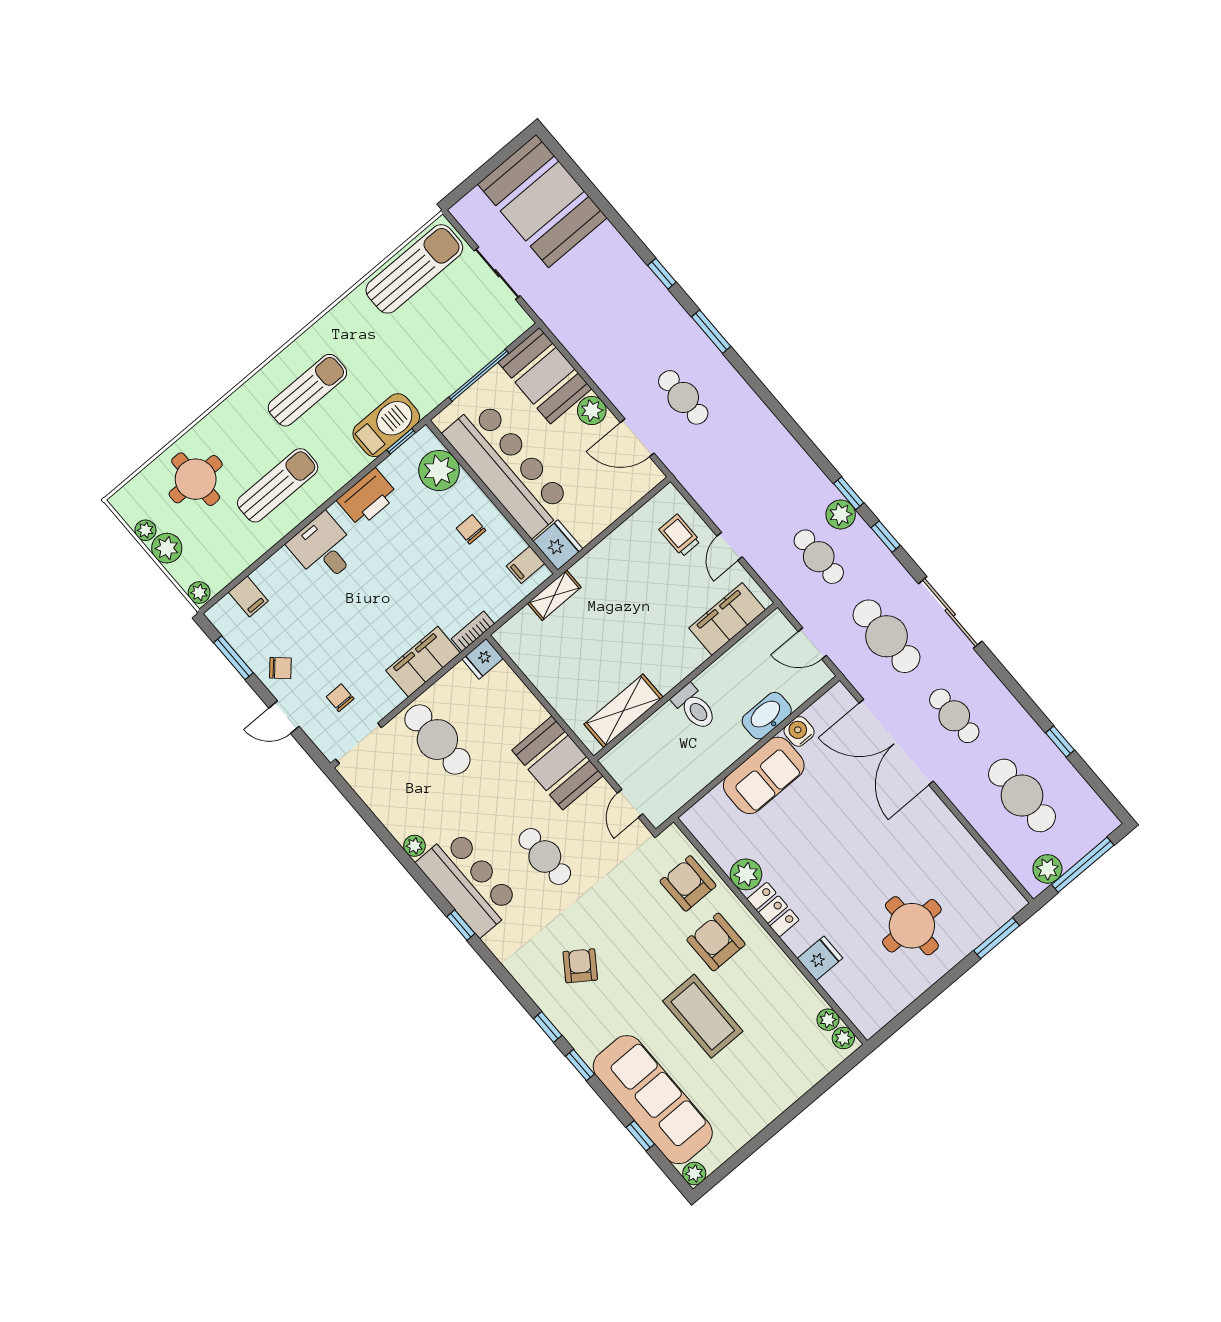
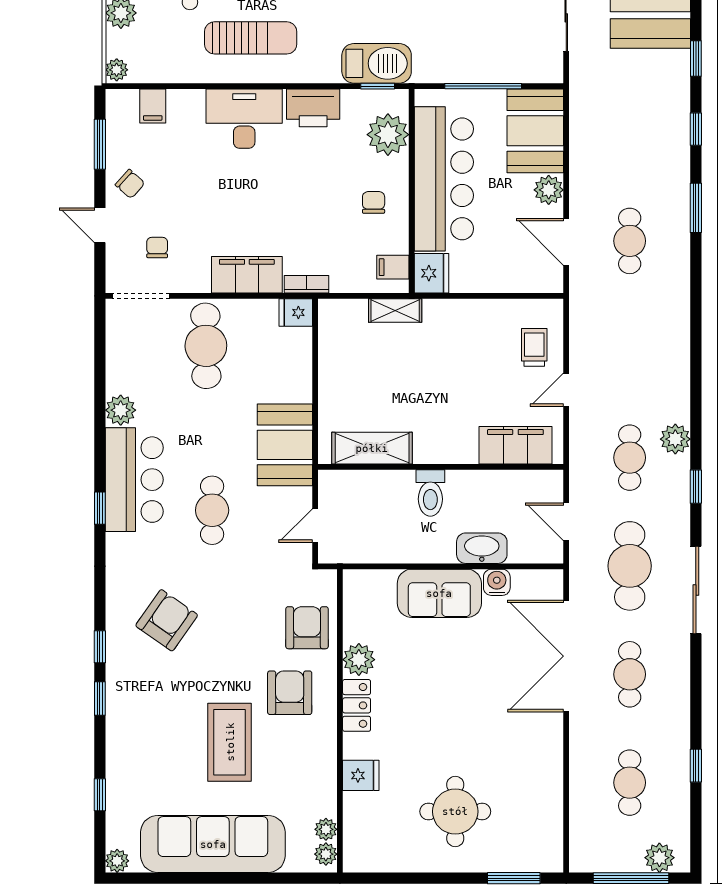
window: (849, 493) -> (696, 58), moved
desk: (323, 549) -> (244, 119), width x1.37
cafe table: (1022, 795) -> (630, 783), width x0.73, depth x0.74
plant: (414, 846) -> (121, 410), width x1.38, depth x1.38
plant: (1047, 869) -> (659, 858), moved
armchair: (580, 966) -> (167, 620), width x1.38, depth x1.38
sofa: (653, 1100) -> (213, 844), moved, turned -90

